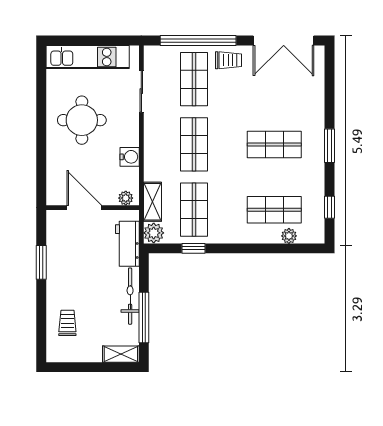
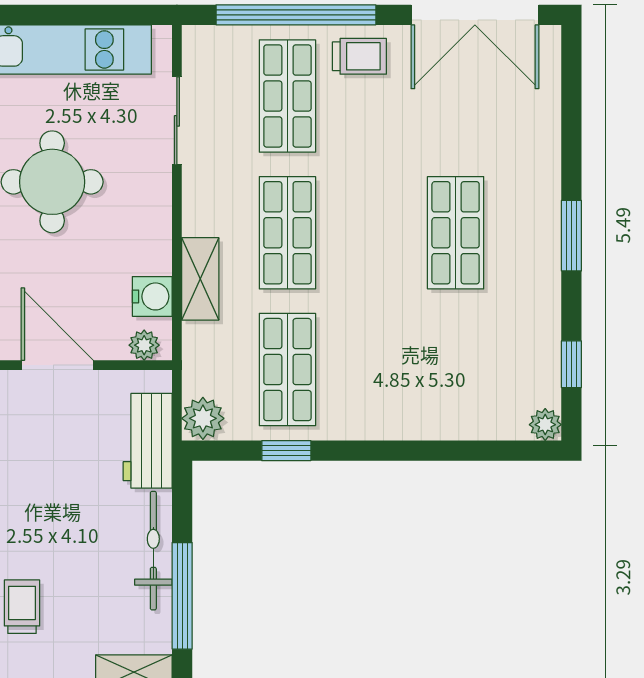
shop shelf: (274, 144) -> (456, 233), turned 90
water cooler: (130, 157) -> (152, 296), moved
shelving: (152, 202) -> (200, 279), moved
shop shelf: (274, 210) -> (456, 370), removed
plant: (289, 236) -> (545, 425), moved

